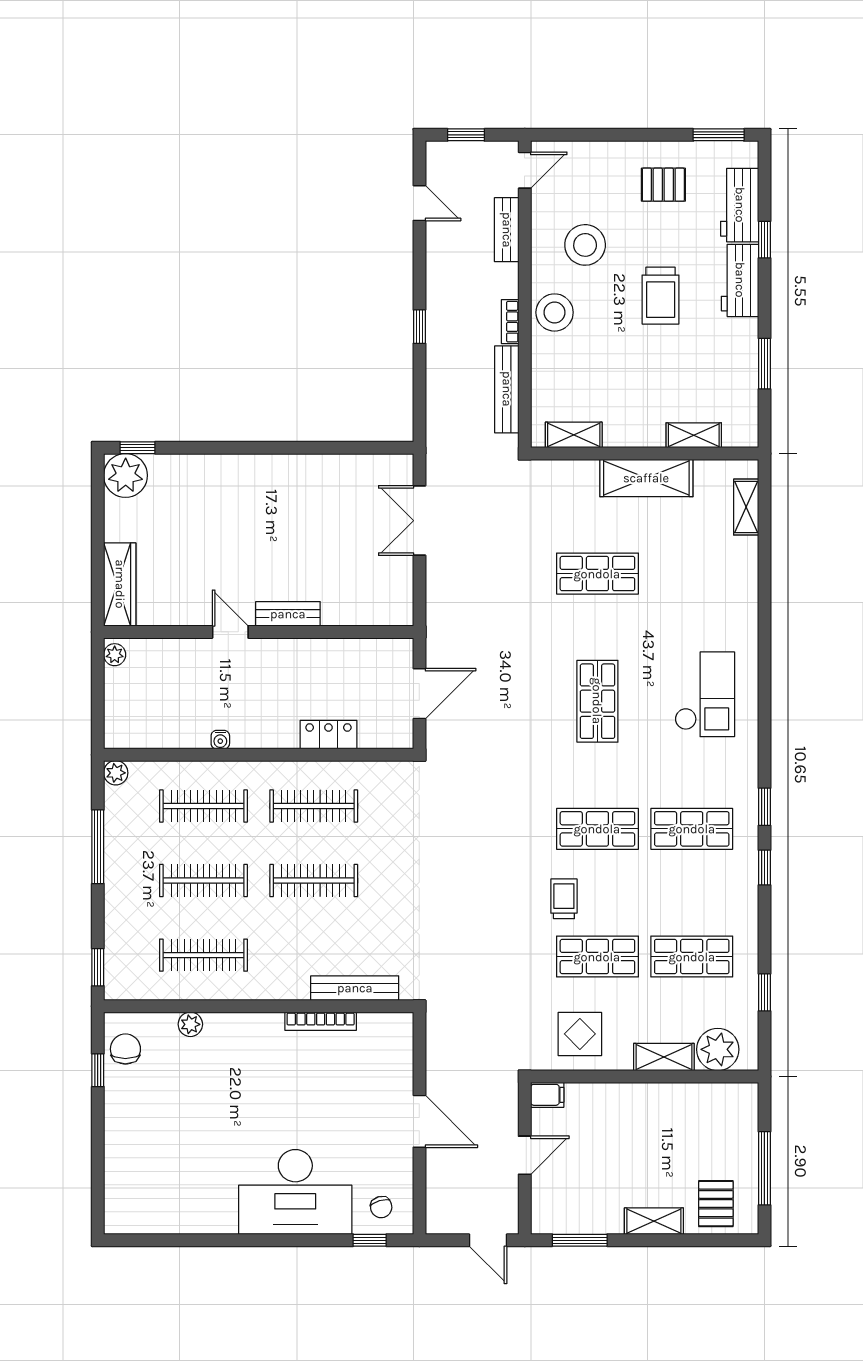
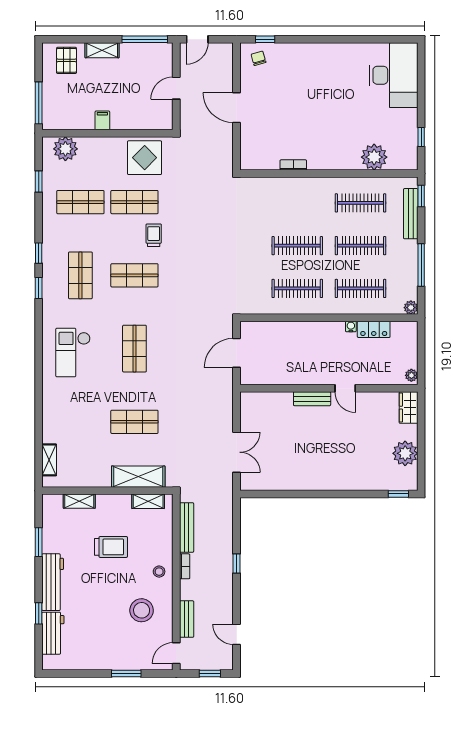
window: (719, 135) -> (126, 673), moved
pallet: (663, 185) -> (97, 645), removed
workbench: (740, 280) -> (53, 582), width x1.38
trolley: (661, 296) -> (111, 547), moved, turned 90
stool: (555, 312) -> (159, 572), width x0.53, depth x0.53
plant: (126, 475) -> (405, 453), moved
shelving: (646, 478) -> (138, 477), moved
wardrobe: (120, 584) -> (409, 408), width x0.67
locker: (328, 735) -> (374, 329), moved
shop shelf: (692, 829) -> (80, 275), turned 90
trolley: (564, 899) -> (154, 235), turned 180
bench: (355, 988) -> (411, 214), moved, turned 90
bookcase: (321, 1021) -> (293, 165), width x0.64
plant: (190, 1024) -> (374, 157), width x1.88, depth x1.88
display table: (580, 1034) -> (145, 158), width x1.36, depth x1.36
chair: (125, 1049) -> (405, 149), removed
shelving: (664, 1057) -> (96, 144), removed
filing cabinet: (547, 1095) -> (102, 120), moved, turned 90
window: (764, 1168) -> (39, 103), moved
desk: (295, 1192) -> (393, 75), moved, turned 90
door: (488, 1240) -> (197, 39), swing flipped
window: (580, 1240) -> (145, 39), width x1.44

